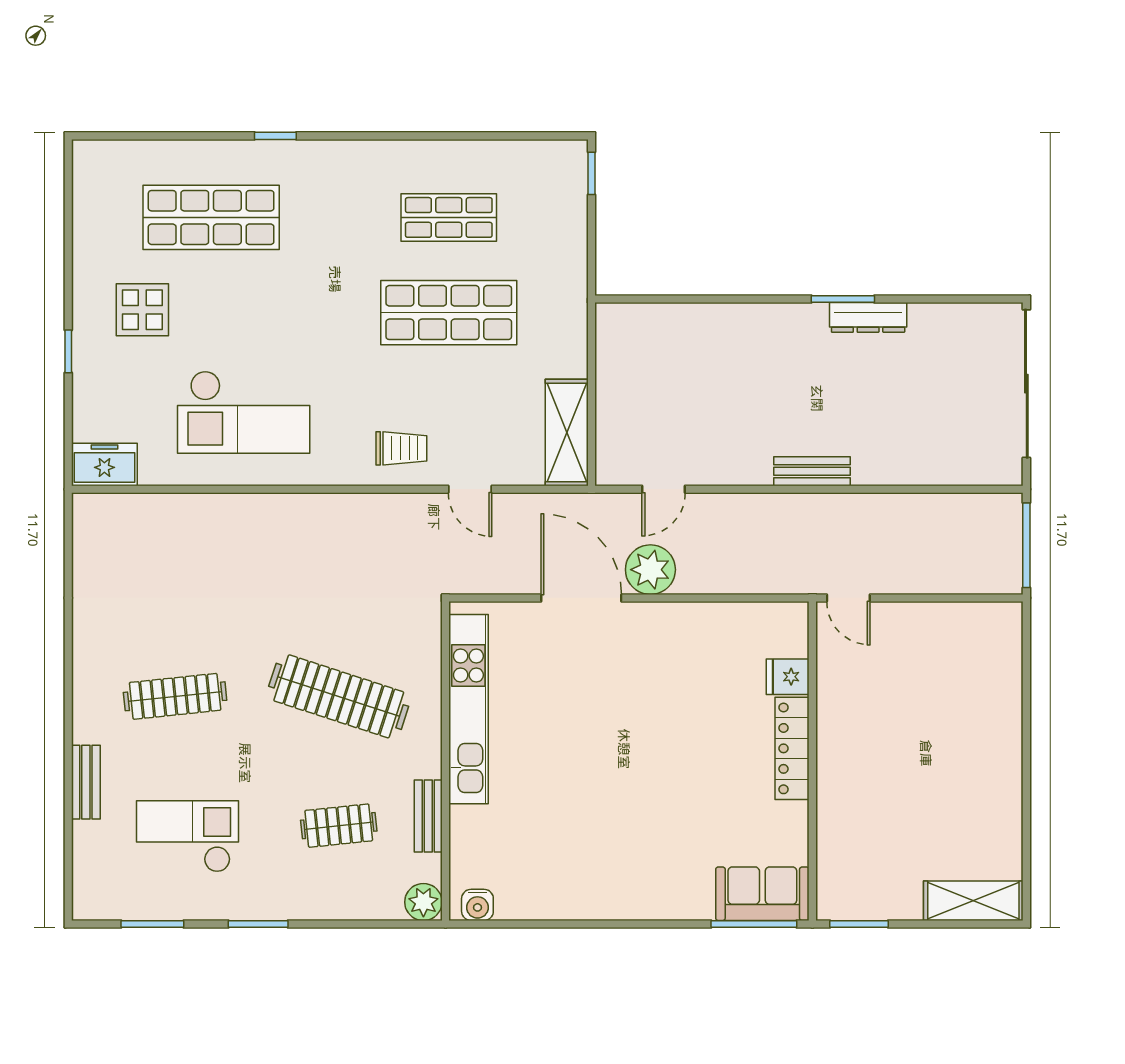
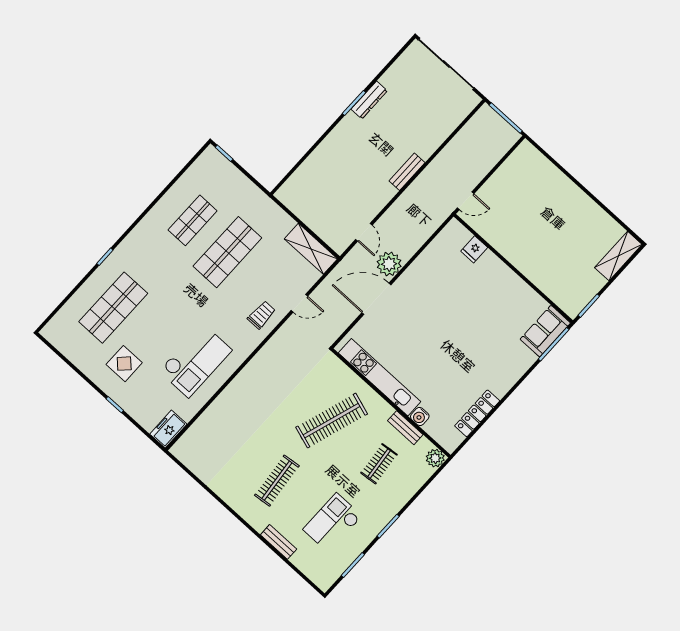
locker: (792, 748) -> (477, 413), moved, turned 90
water cooler: (477, 905) -> (420, 416), moved, turned 90

